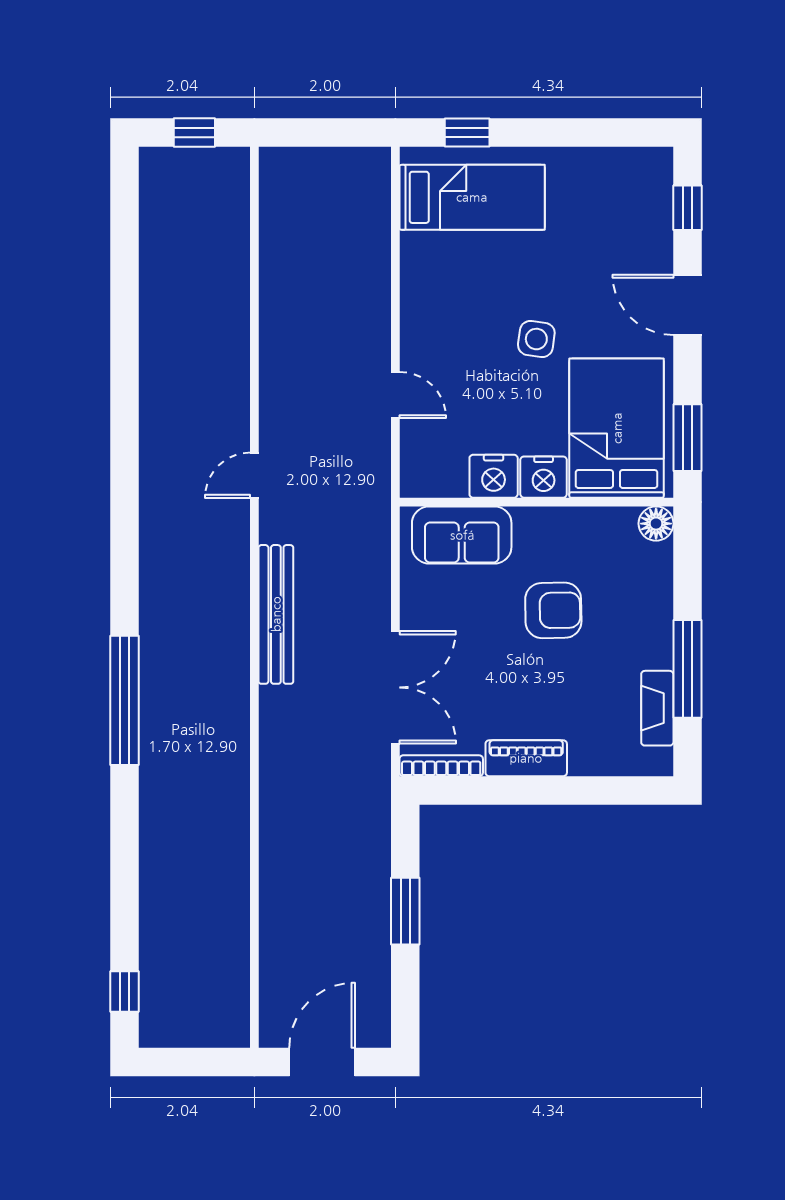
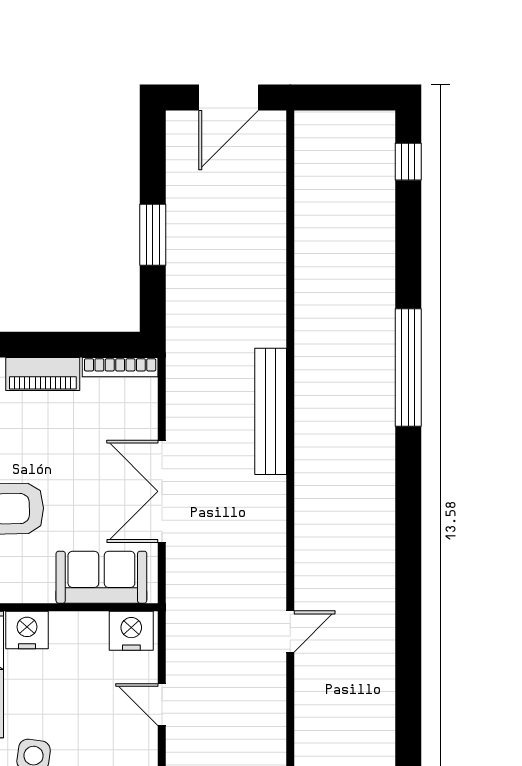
nightstand: (494, 476) -> (131, 631), moved
bench: (276, 614) -> (271, 411), moved
double door: (395, 687) -> (162, 491), moved
window: (125, 700) -> (408, 367), moved

